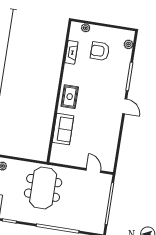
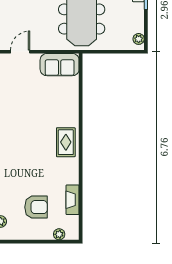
sofa: (63, 129) -> (60, 65), moved, turned -90
door: (93, 170) -> (20, 52), swing flipped

